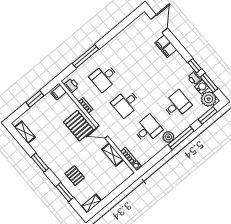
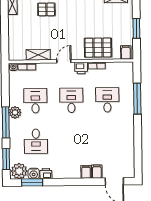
window: (195, 66) -> (56, 182), removed
printer: (71, 85) -> (81, 68), moved
pallet: (78, 126) -> (98, 48), moved
desk: (148, 129) -> (35, 101), turned 180

